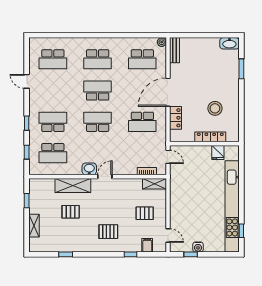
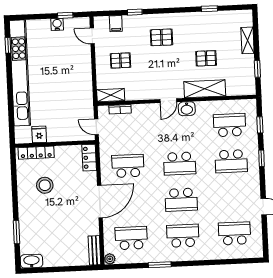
window: (119, 35) -> (160, 265), added
locker: (176, 118) -> (89, 158), moved
locker: (210, 137) -> (36, 153), moved

